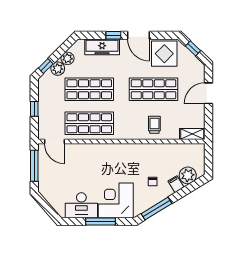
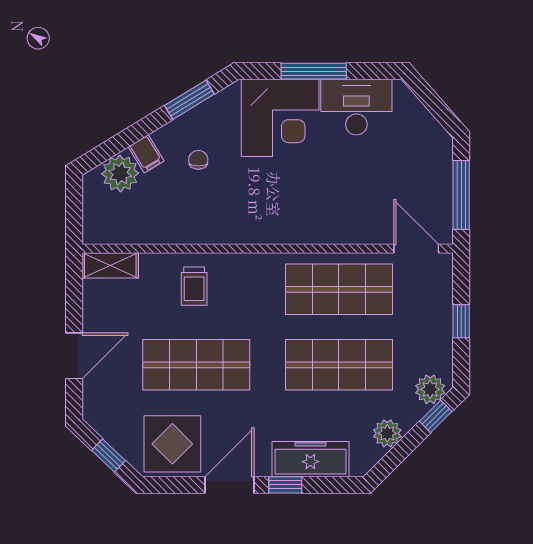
door: (139, 35) -> (229, 485), hinge flipped
plant: (58, 69) -> (430, 389), moved
window: (157, 209) -> (189, 100), width x0.69

